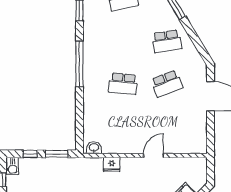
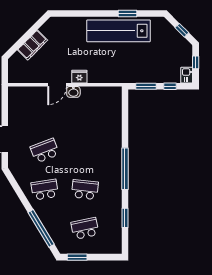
school desk: (123, 84) -> (85, 190), moved
washbasin: (94, 148) -> (73, 92), moved
fridge: (112, 164) -> (79, 77), moved

